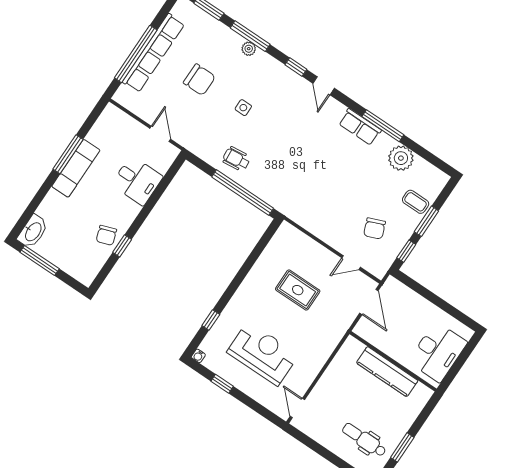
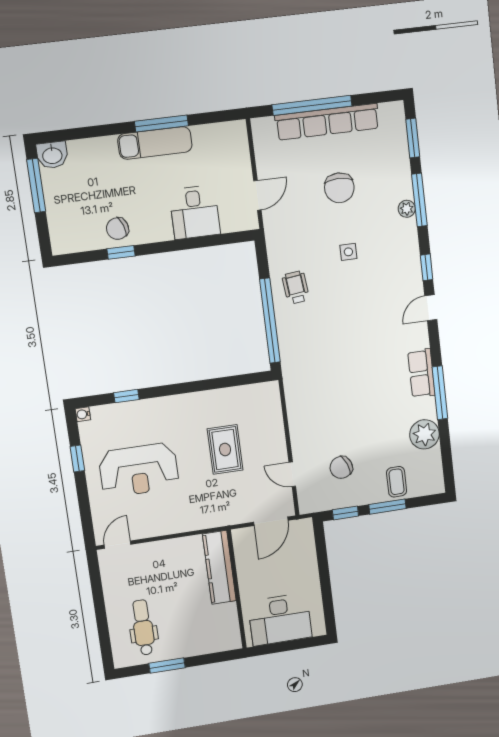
washbasin: (33, 232) -> (52, 155), width x0.72
reception desk: (263, 353) -> (139, 470), turned 90
kitchen counter: (387, 372) -> (219, 567), moved

